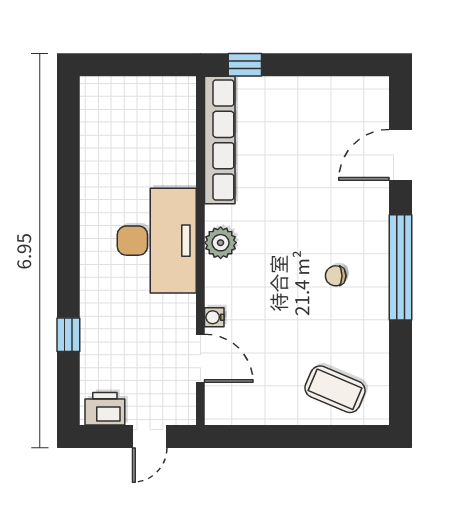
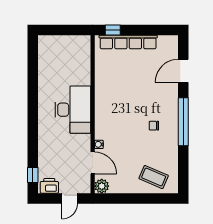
row of seats: (220, 140) -> (128, 42), moved, turned 90
plant: (221, 243) -> (102, 186), moved
window: (68, 335) -> (33, 175), moved

